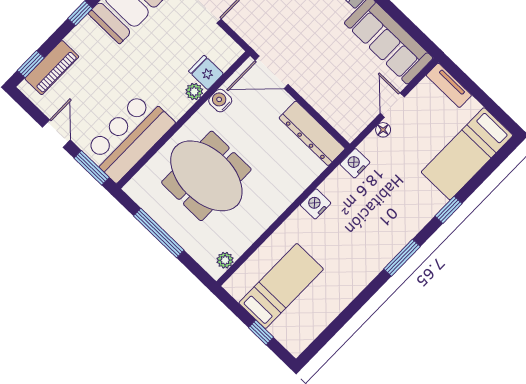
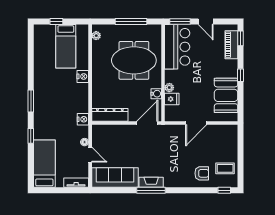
nightstand: (316, 204) -> (83, 76), moved

